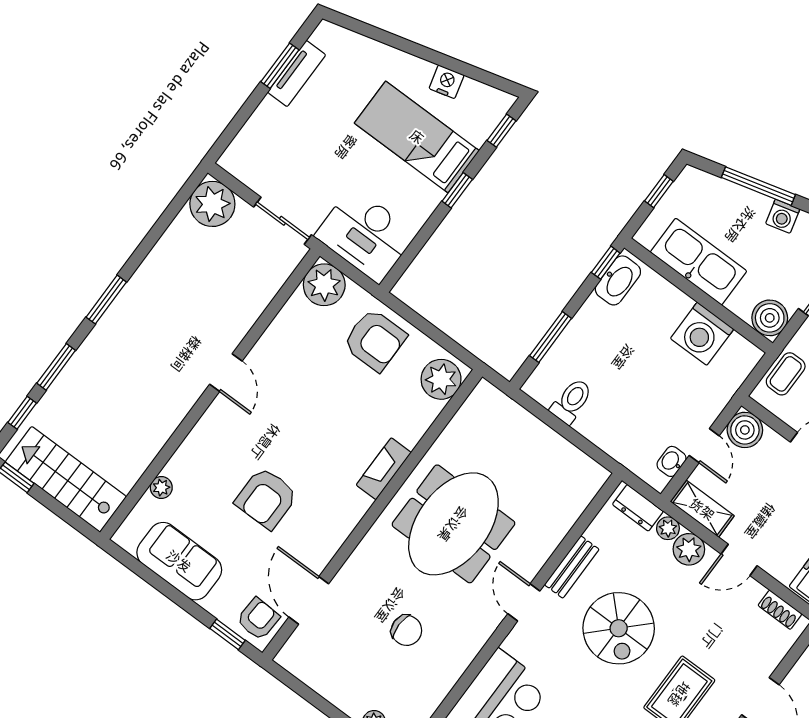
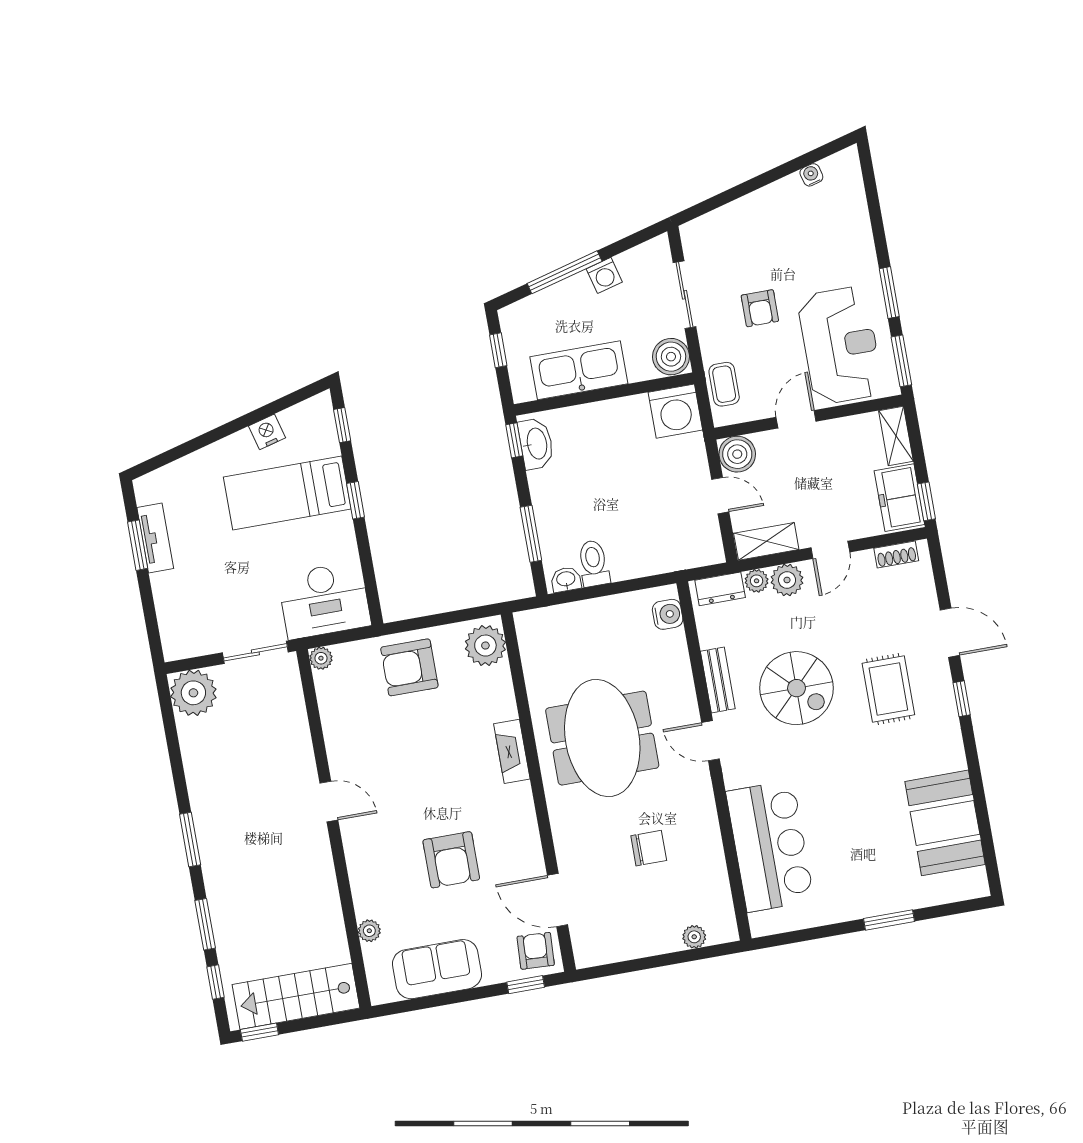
plant: (324, 285) -> (321, 658), width x0.53, depth x0.53
washing machine: (702, 334) -> (675, 411), moved
armchair: (375, 340) -> (409, 667), turned 180
washbasin: (671, 461) -> (566, 579), moved, turned 90
water cooler: (585, 488) -> (668, 614), added

